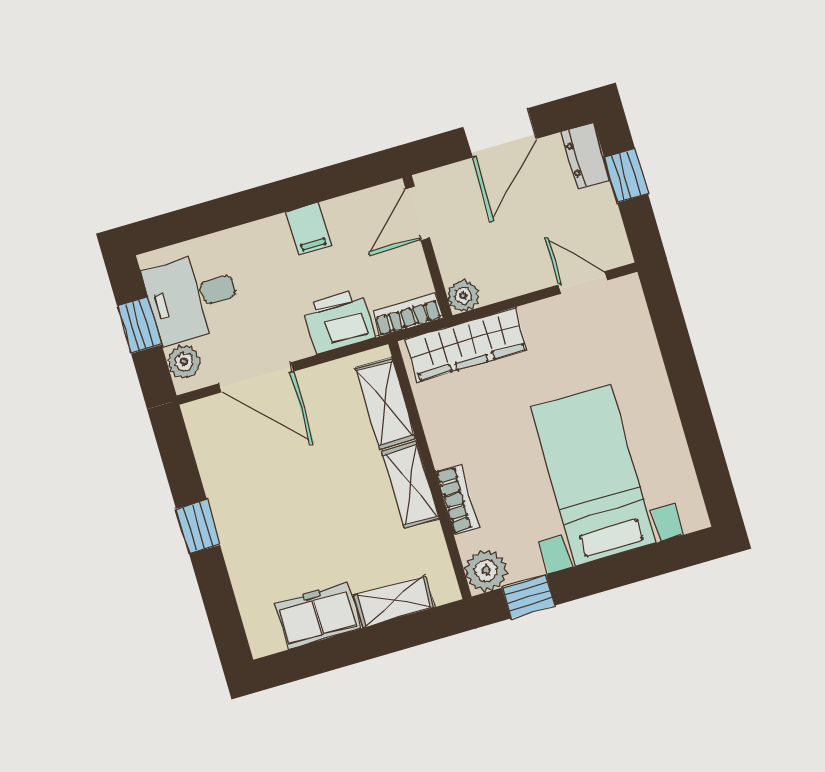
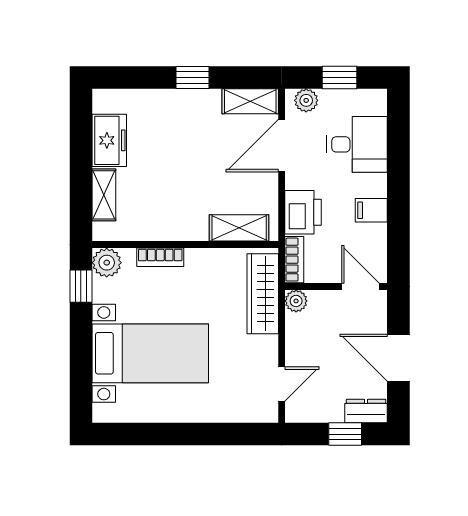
desk: (193, 297) -> (357, 144), moved, turned 90
shelving: (411, 485) -> (250, 101), moved

